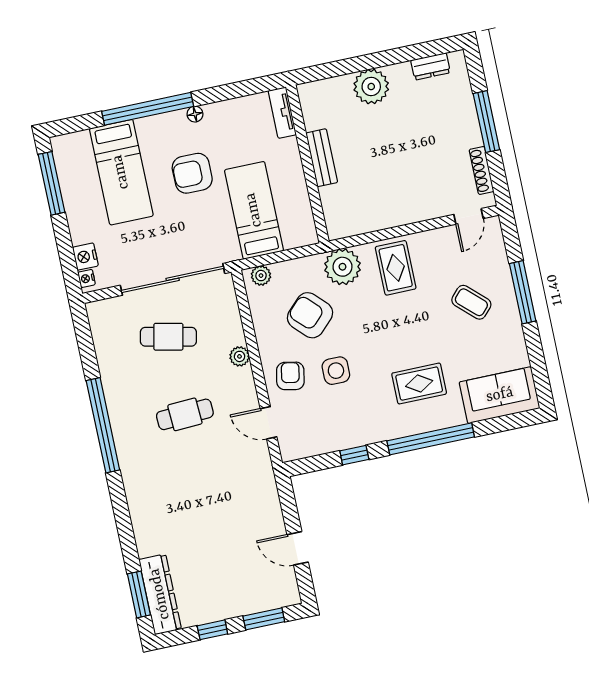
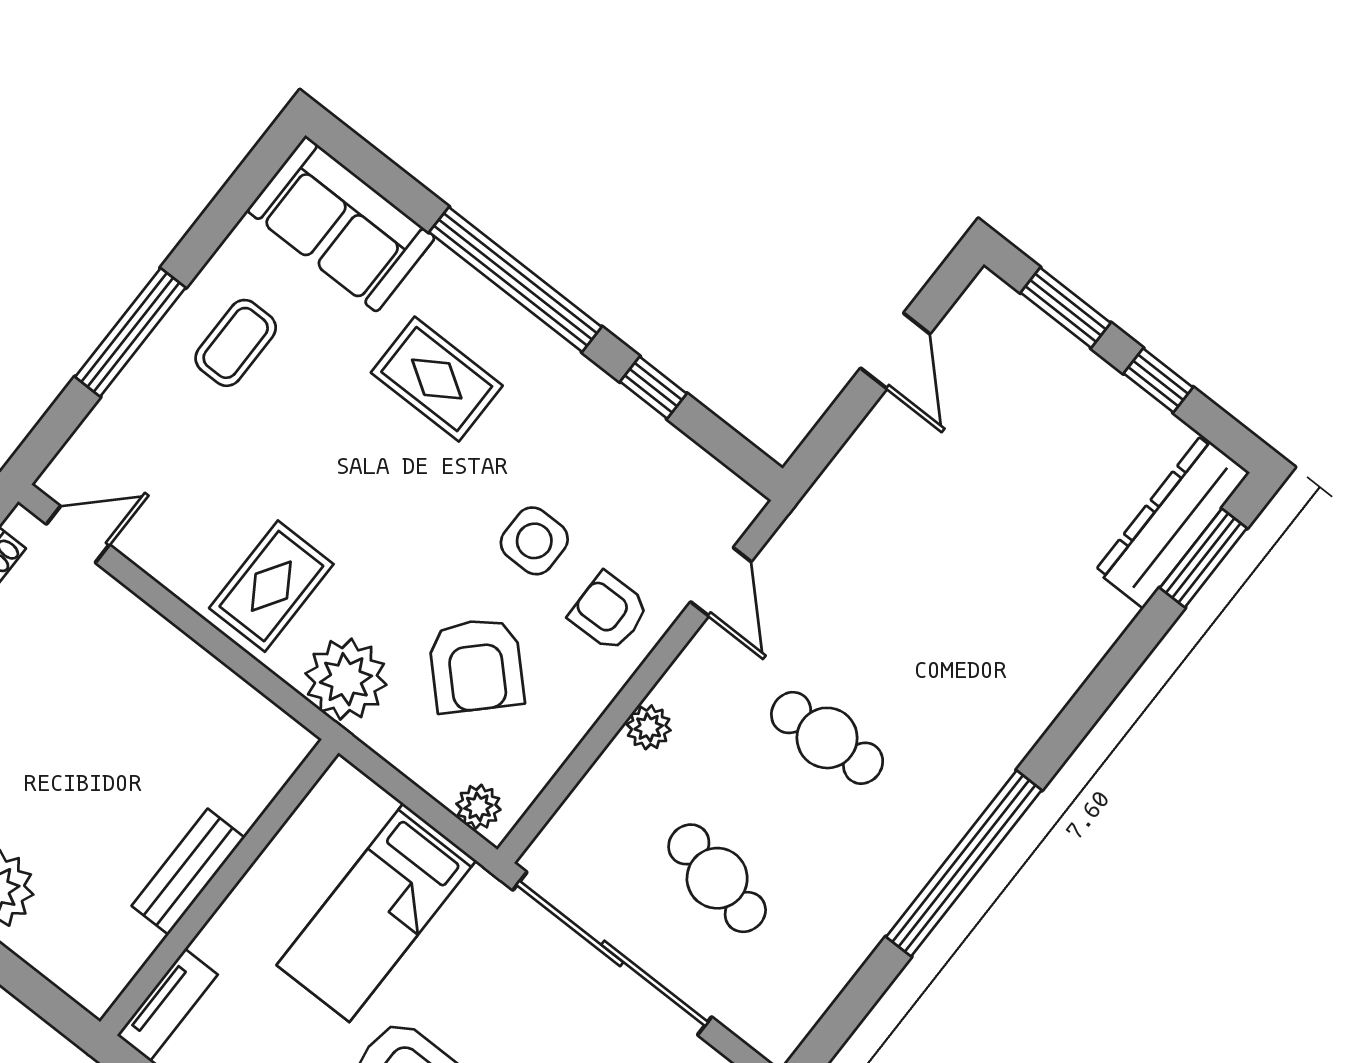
coffee table: (471, 302) -> (236, 343), moved, turned 47
armchair: (290, 376) -> (609, 612), turned 78

